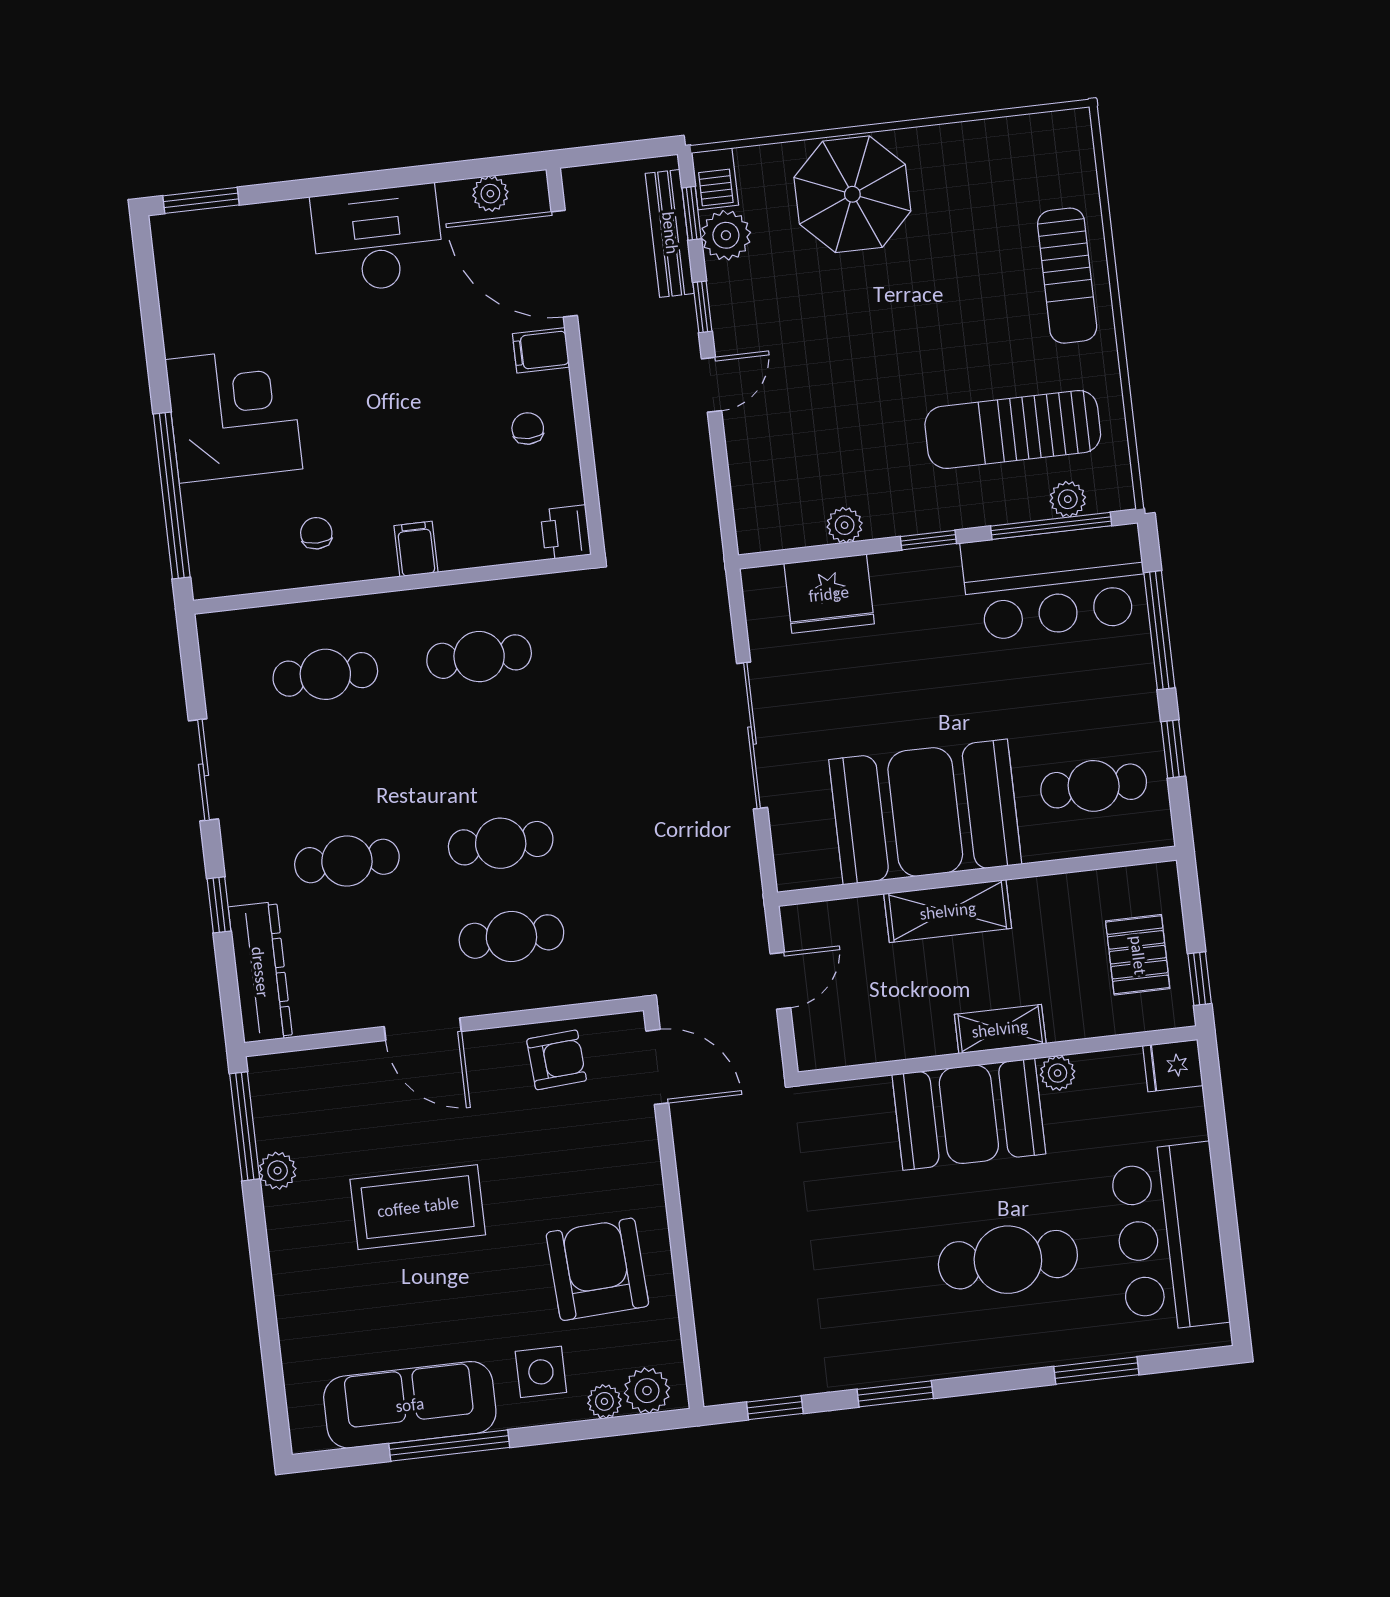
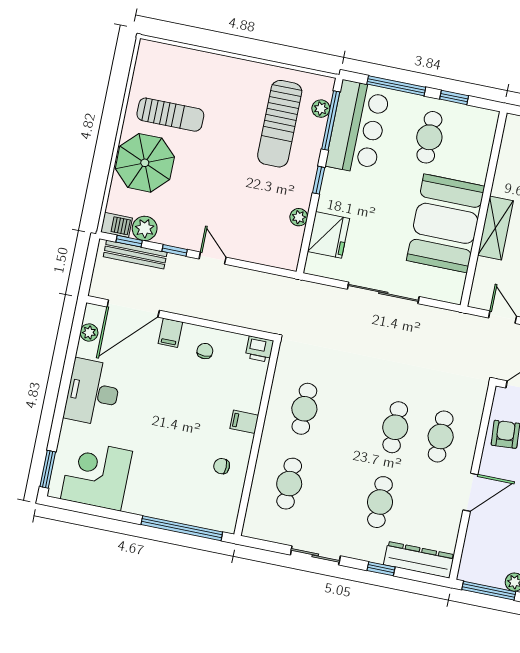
sun lounger: (1067, 276) -> (170, 115), moved
corner desk: (234, 414) -> (97, 475), moved
chair: (528, 429) -> (205, 351), turned 90
cafe table: (1094, 786) -> (429, 137), moved

